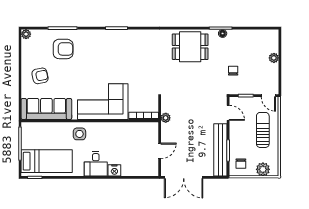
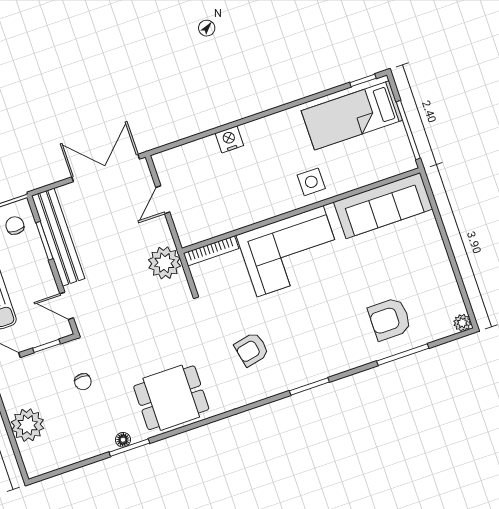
plant: (274, 58) -> (27, 425), width x1.88, depth x1.88
armchair: (40, 76) -> (252, 349), moved
plant: (166, 118) -> (164, 263), width x1.87, depth x1.87
desk: (96, 164) -> (265, 140), removed

